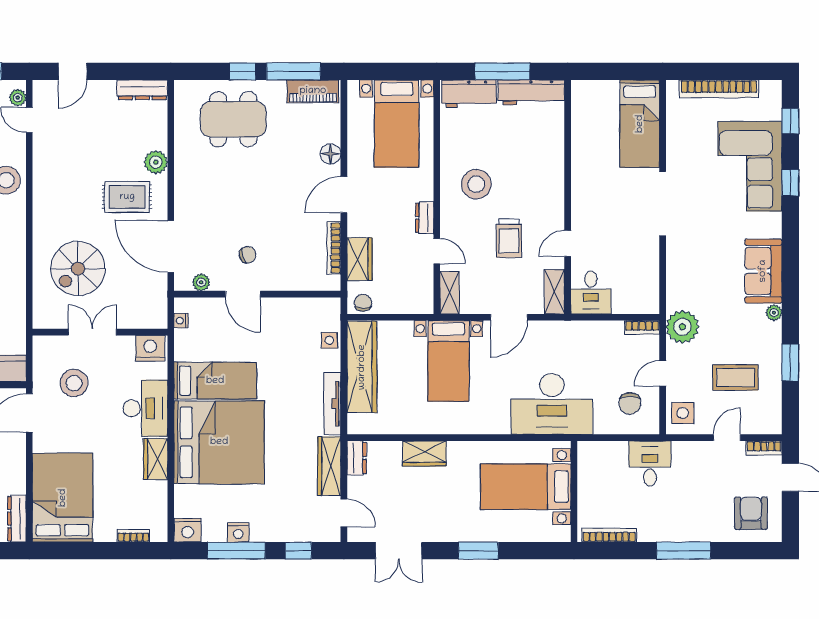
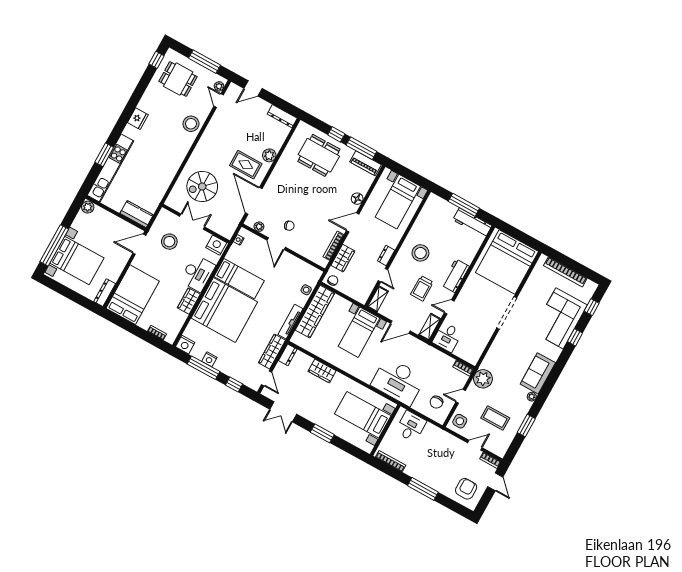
workbench: (469, 94) -> (455, 276), moved, turned 90
bed: (640, 124) -> (507, 262), width x2.04
desk: (650, 463) -> (411, 426), moved

